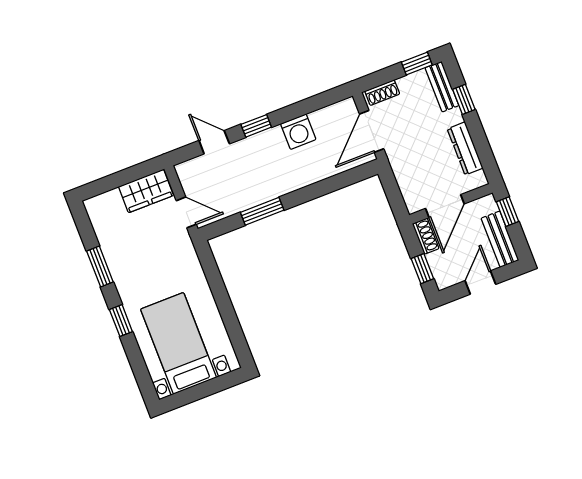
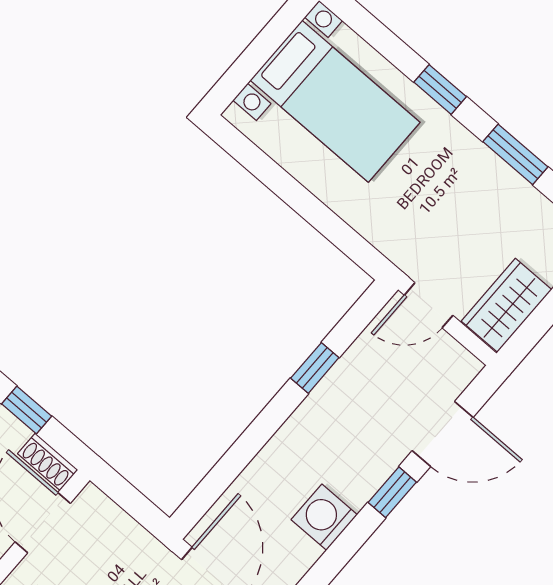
door: (214, 142) -> (443, 434), width x1.38
window: (262, 211) -> (315, 368), width x0.67

